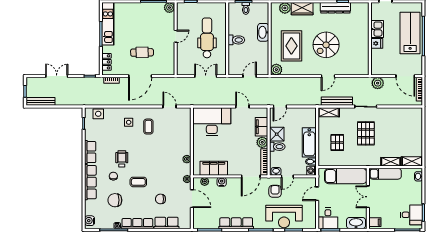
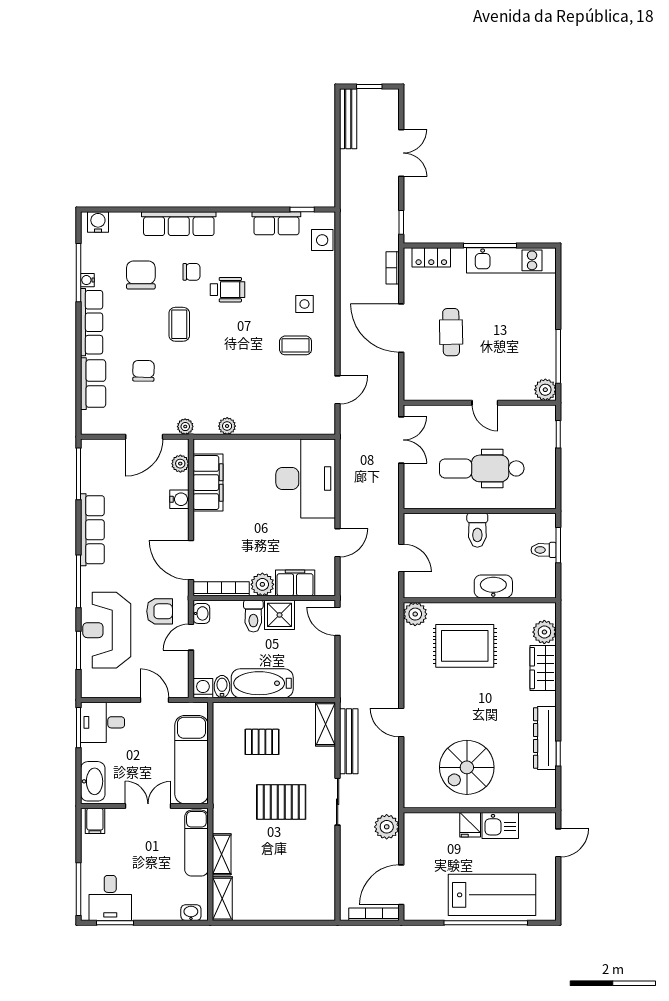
dental chair: (207, 38) -> (482, 468), turned 180
spiral stairs: (326, 45) -> (467, 767), moved, turned -90
double door: (206, 76) -> (401, 440), moved
row of seats: (90, 152) -> (276, 223), moved
door: (287, 176) -> (191, 637), hinge flipped

